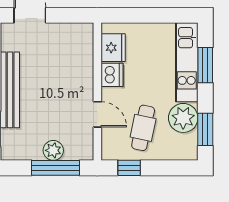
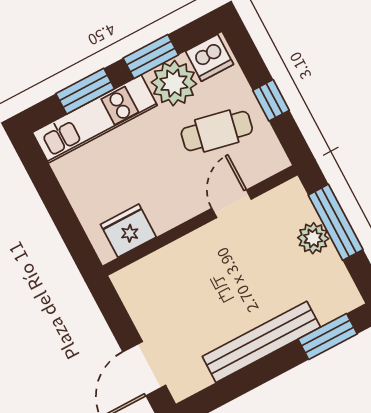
dishwasher: (112, 75) -> (209, 58), moved, turned 180
window: (205, 129) -> (151, 56), moved
window: (129, 168) -> (271, 100), moved

